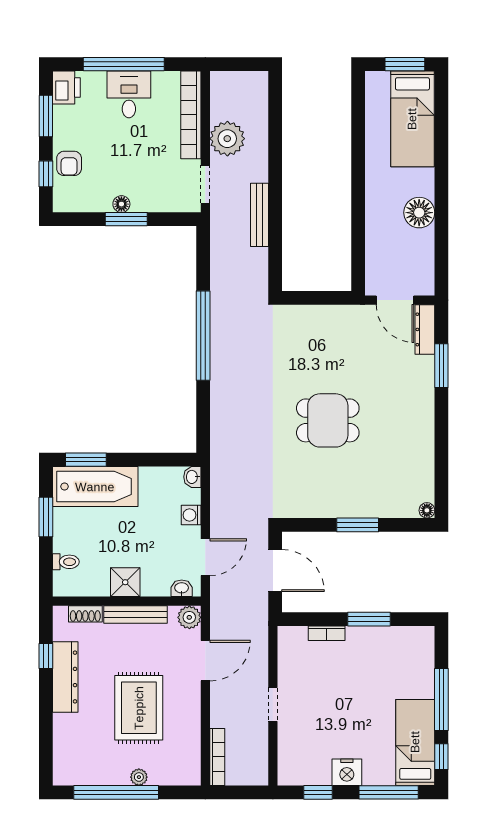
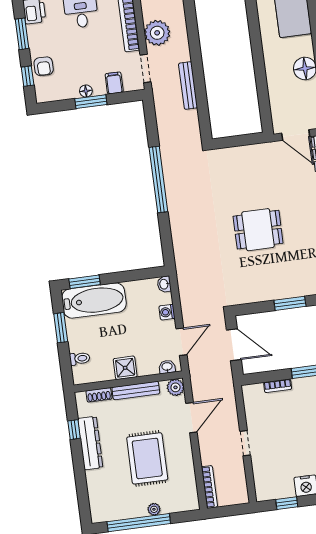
filing cabinet: (161, 198) -> (114, 83), added

